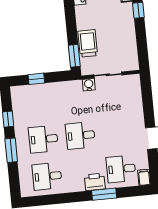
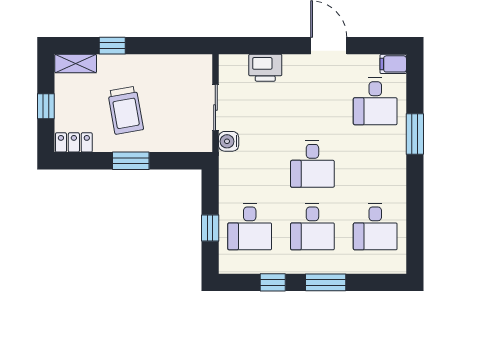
trolley: (88, 43) -> (126, 110), moved, turned -100
window: (74, 56) -> (131, 161), moved
desk: (40, 102) -> (250, 227), added
printer: (95, 182) -> (265, 68), moved, turned -90

